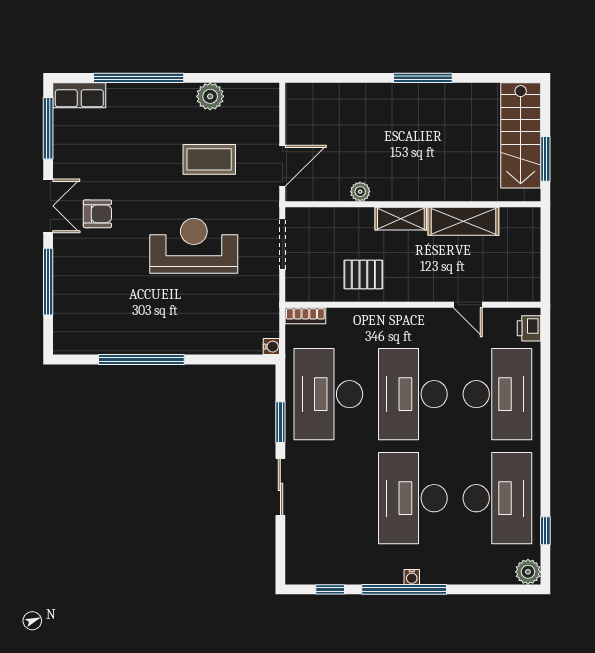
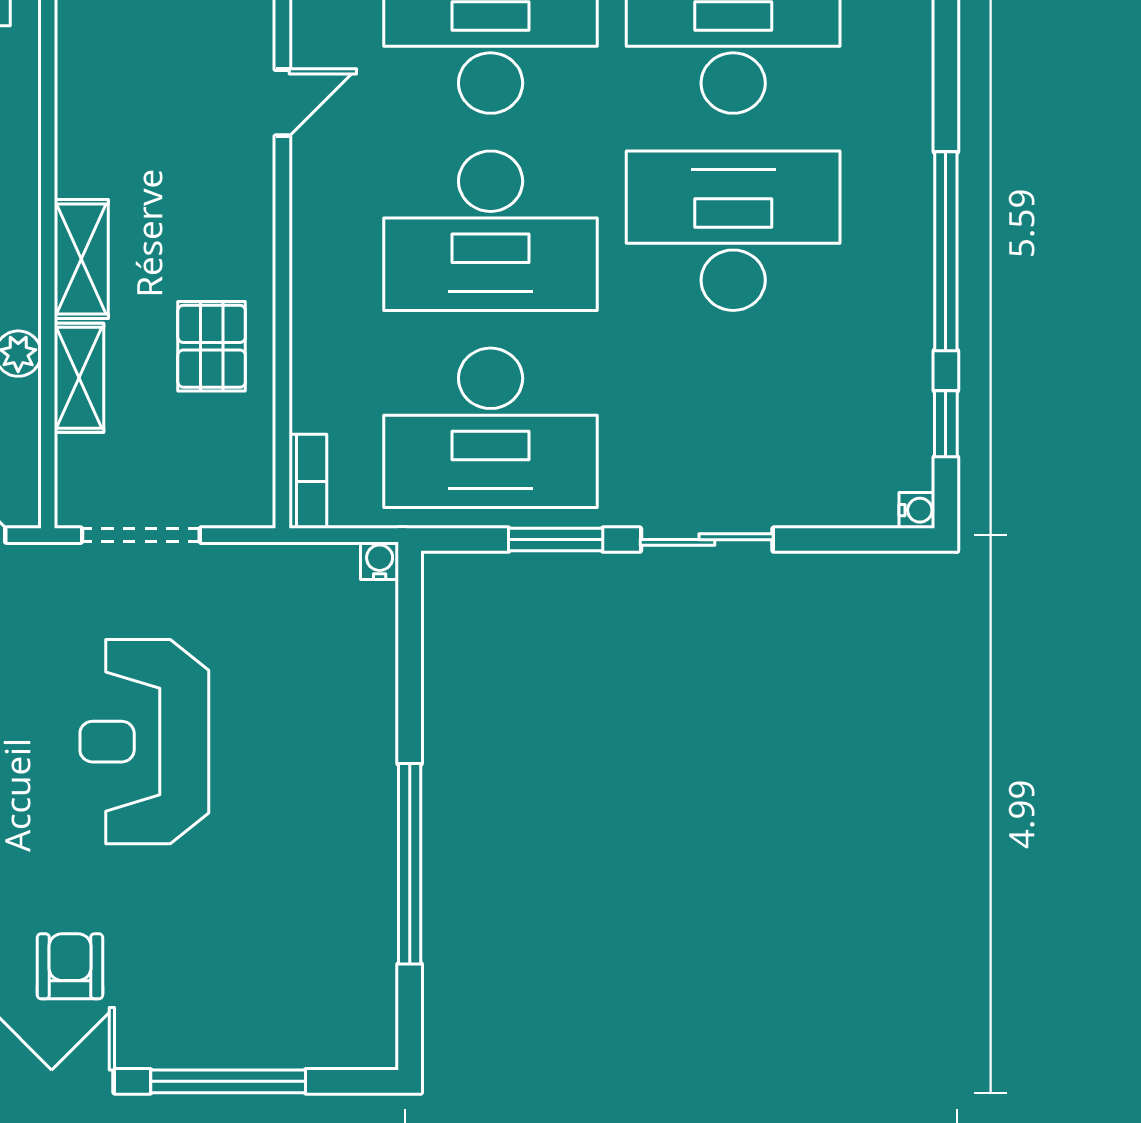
shelving: (463, 221) -> (79, 378), moved, width x0.67, depth x0.75
desk: (413, 498) -> (733, 231), turned 180
water cooler: (412, 577) -> (917, 510), moved

